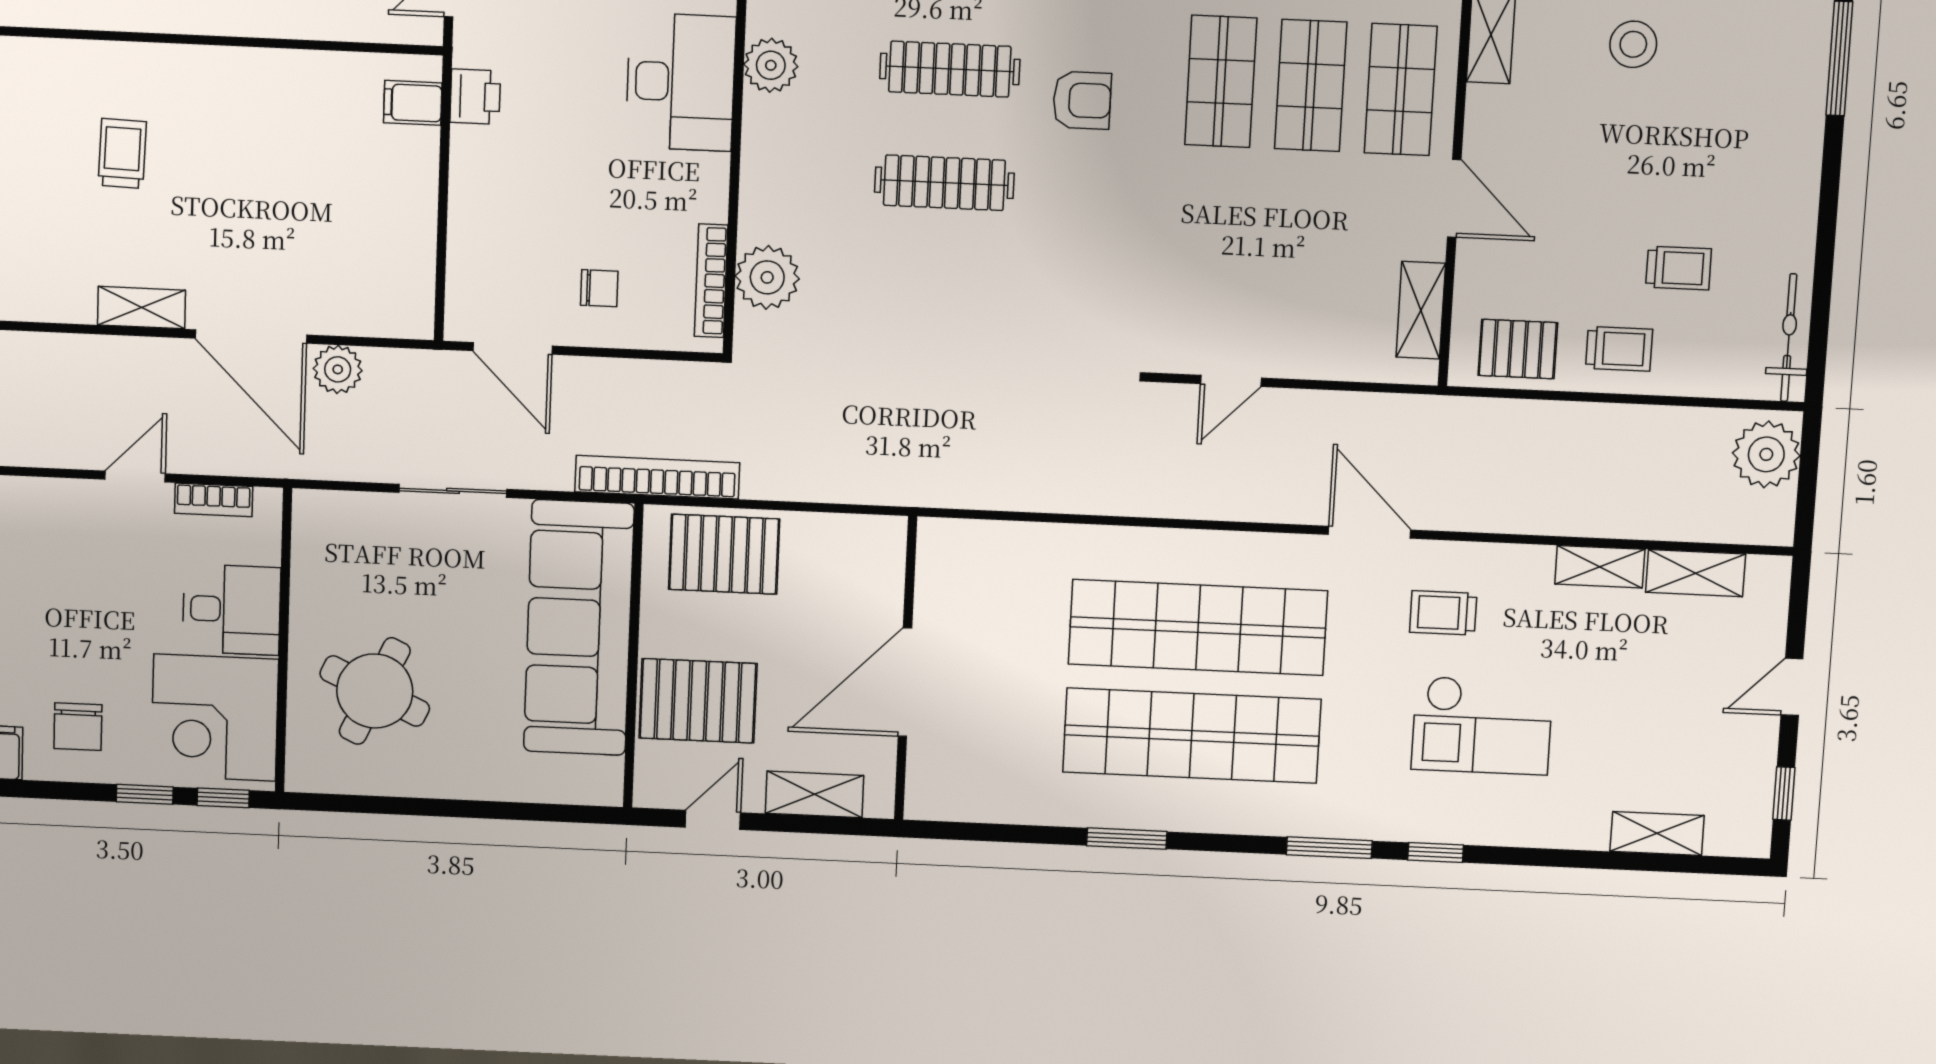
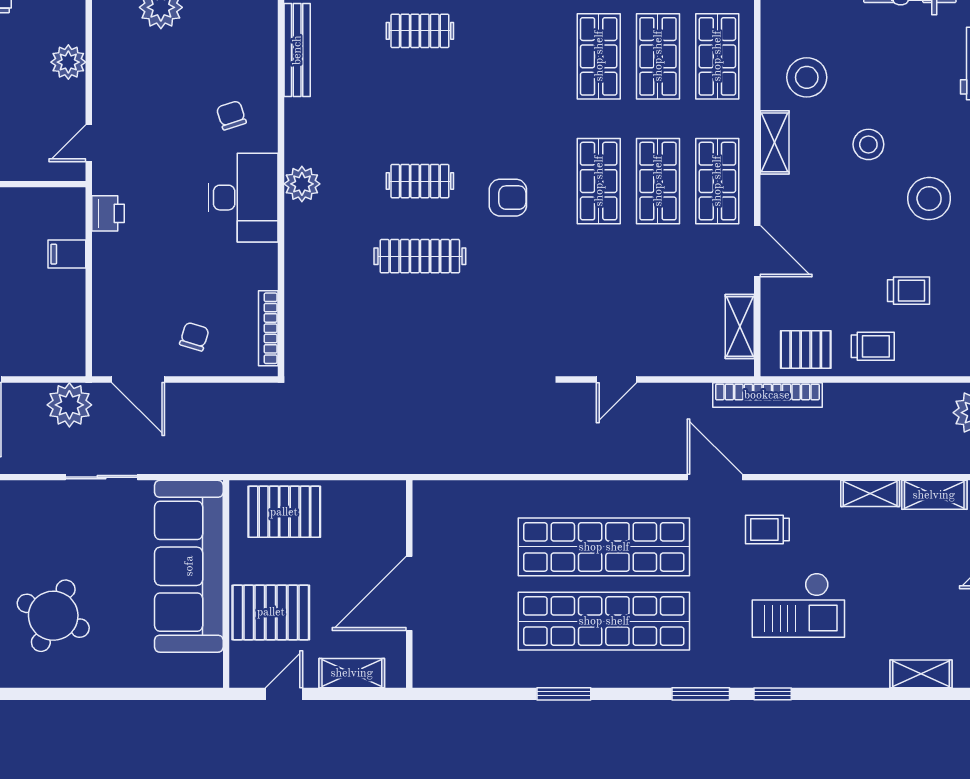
clothes rail: (950, 69) -> (420, 181), width x0.73
filing cabinet: (413, 103) -> (67, 254), moved
stool: (1719, 131) -> (929, 199), added
plant: (767, 277) -> (305, 324), removed
chair: (599, 288) -> (194, 337), turned -73
plant: (338, 369) -> (69, 405), moved, width x1.36, depth x1.36
bookcase: (657, 477) -> (767, 395), moved, turned 180

